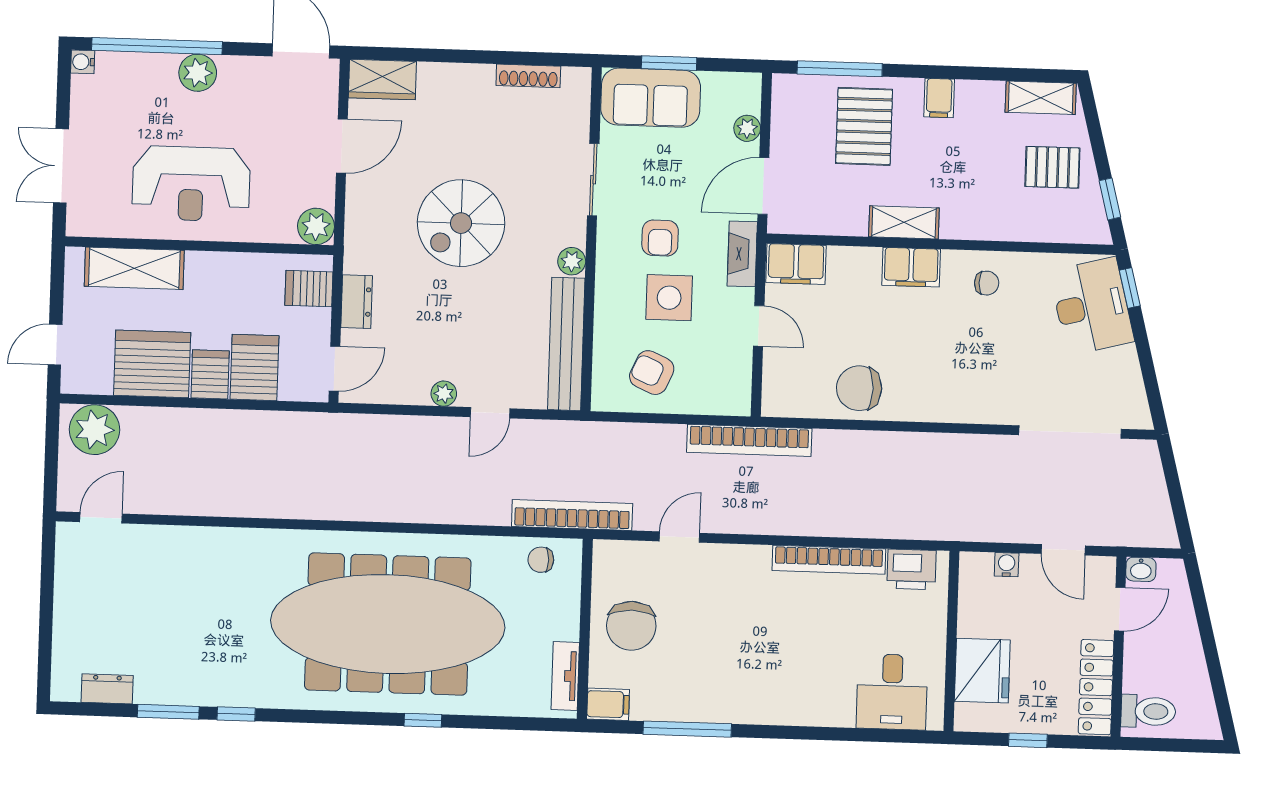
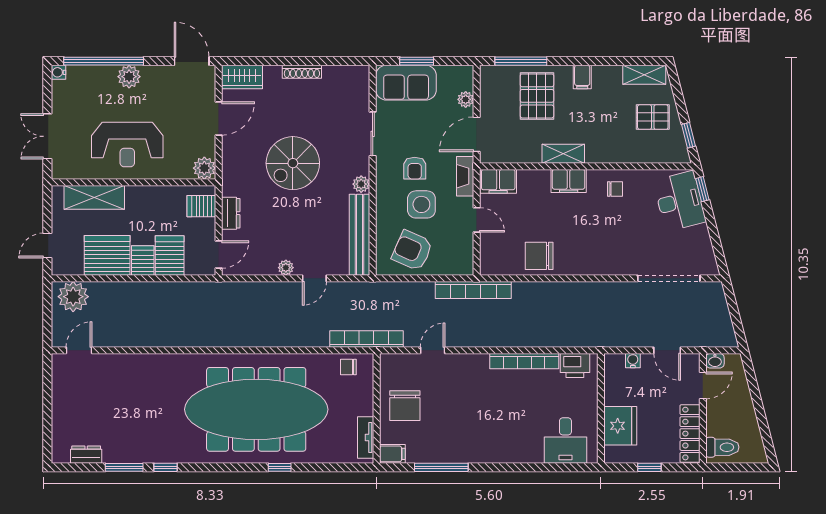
shoe rack: (528, 76) -> (302, 72), moved
armchair: (652, 373) -> (412, 251), width x1.38, depth x1.38

